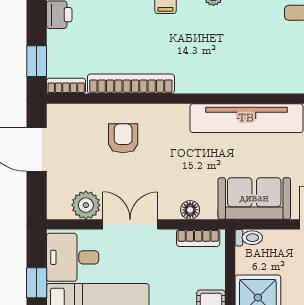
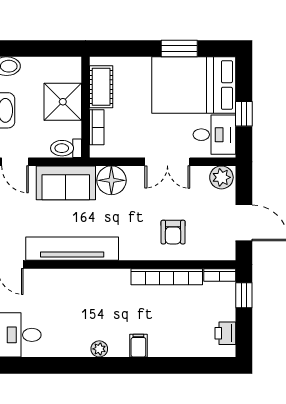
plant: (86, 205) -> (221, 177), moved
floor lamp: (190, 210) -> (111, 180), width x1.89, depth x1.89
bookcase: (198, 238) -> (97, 127), moved, turned 90
toilet: (249, 238) -> (66, 148), width x1.37, depth x1.39

